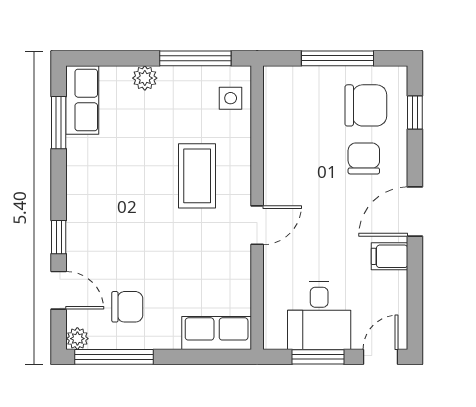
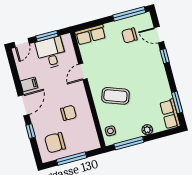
window: (415, 113) -> (31, 131), moved
chair: (364, 158) -> (69, 113), moved, turned -90
coffee table: (197, 176) -> (115, 96), turned -70
door: (257, 225) -> (83, 72), moved
plant: (77, 339) -> (146, 17), removed

